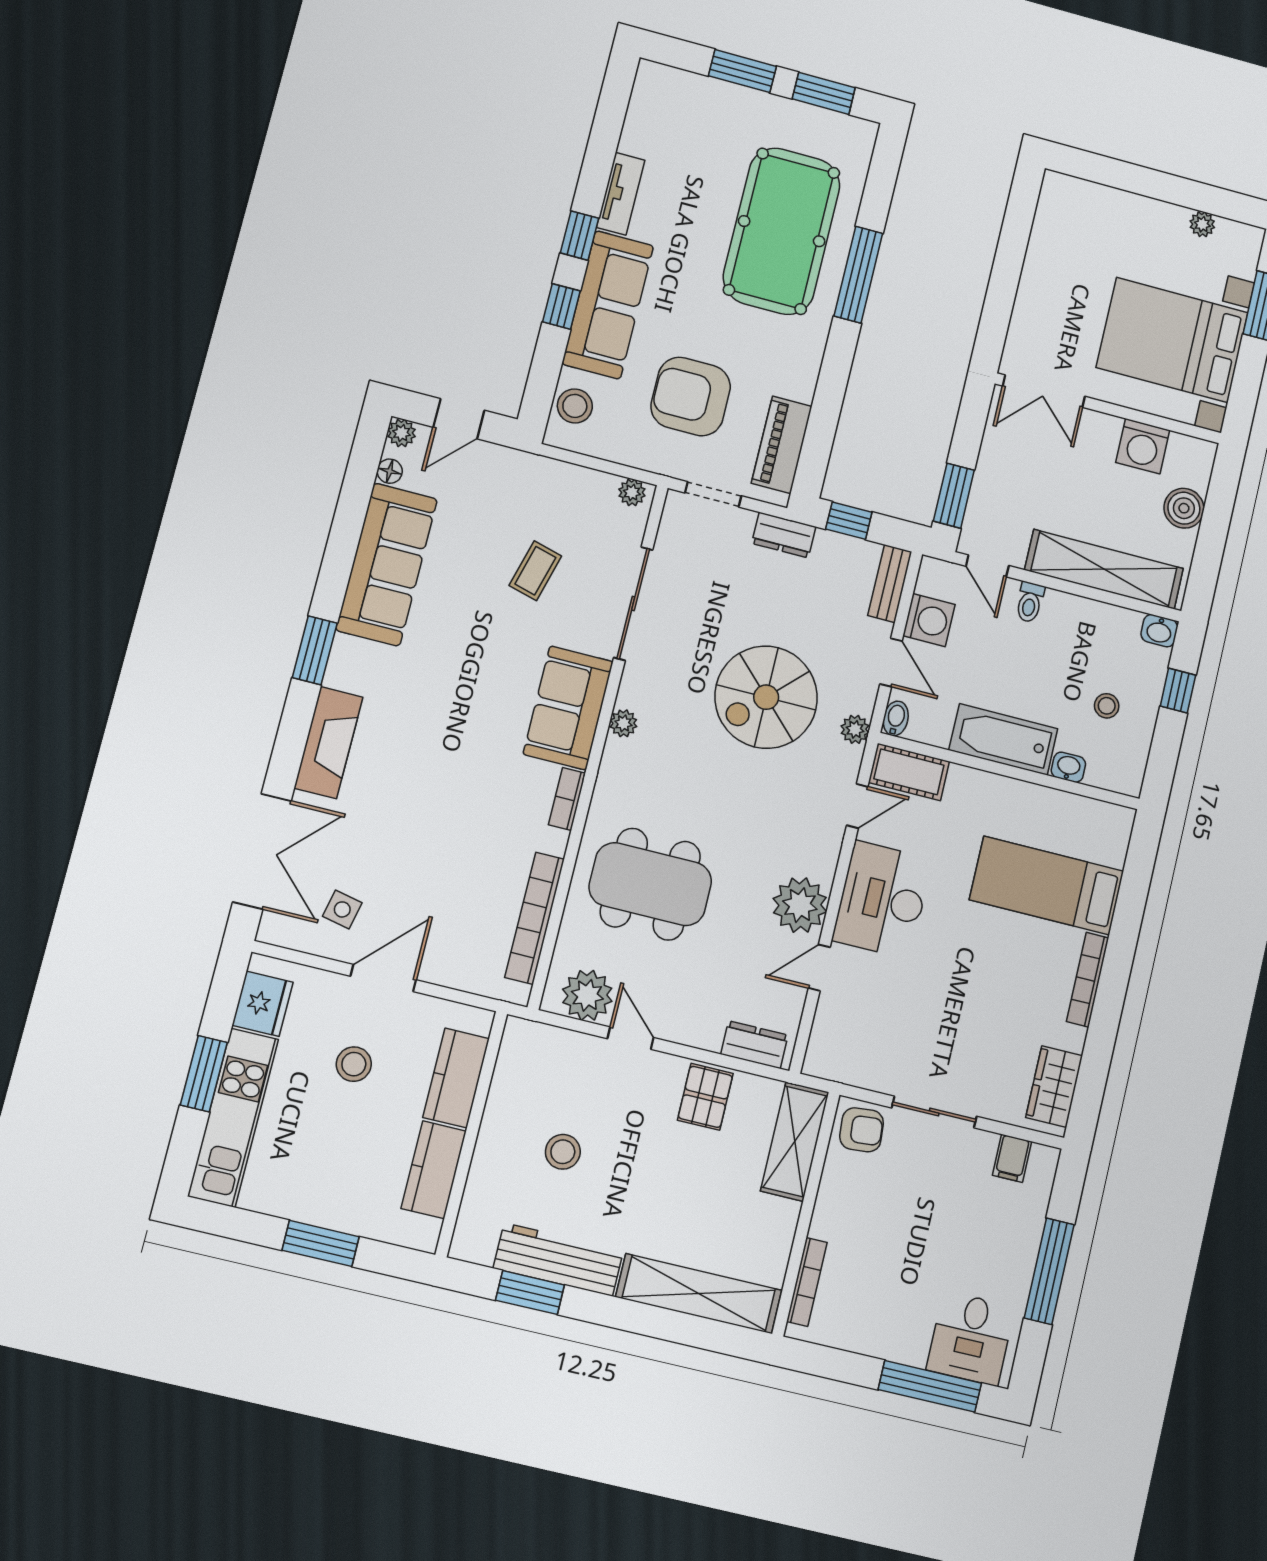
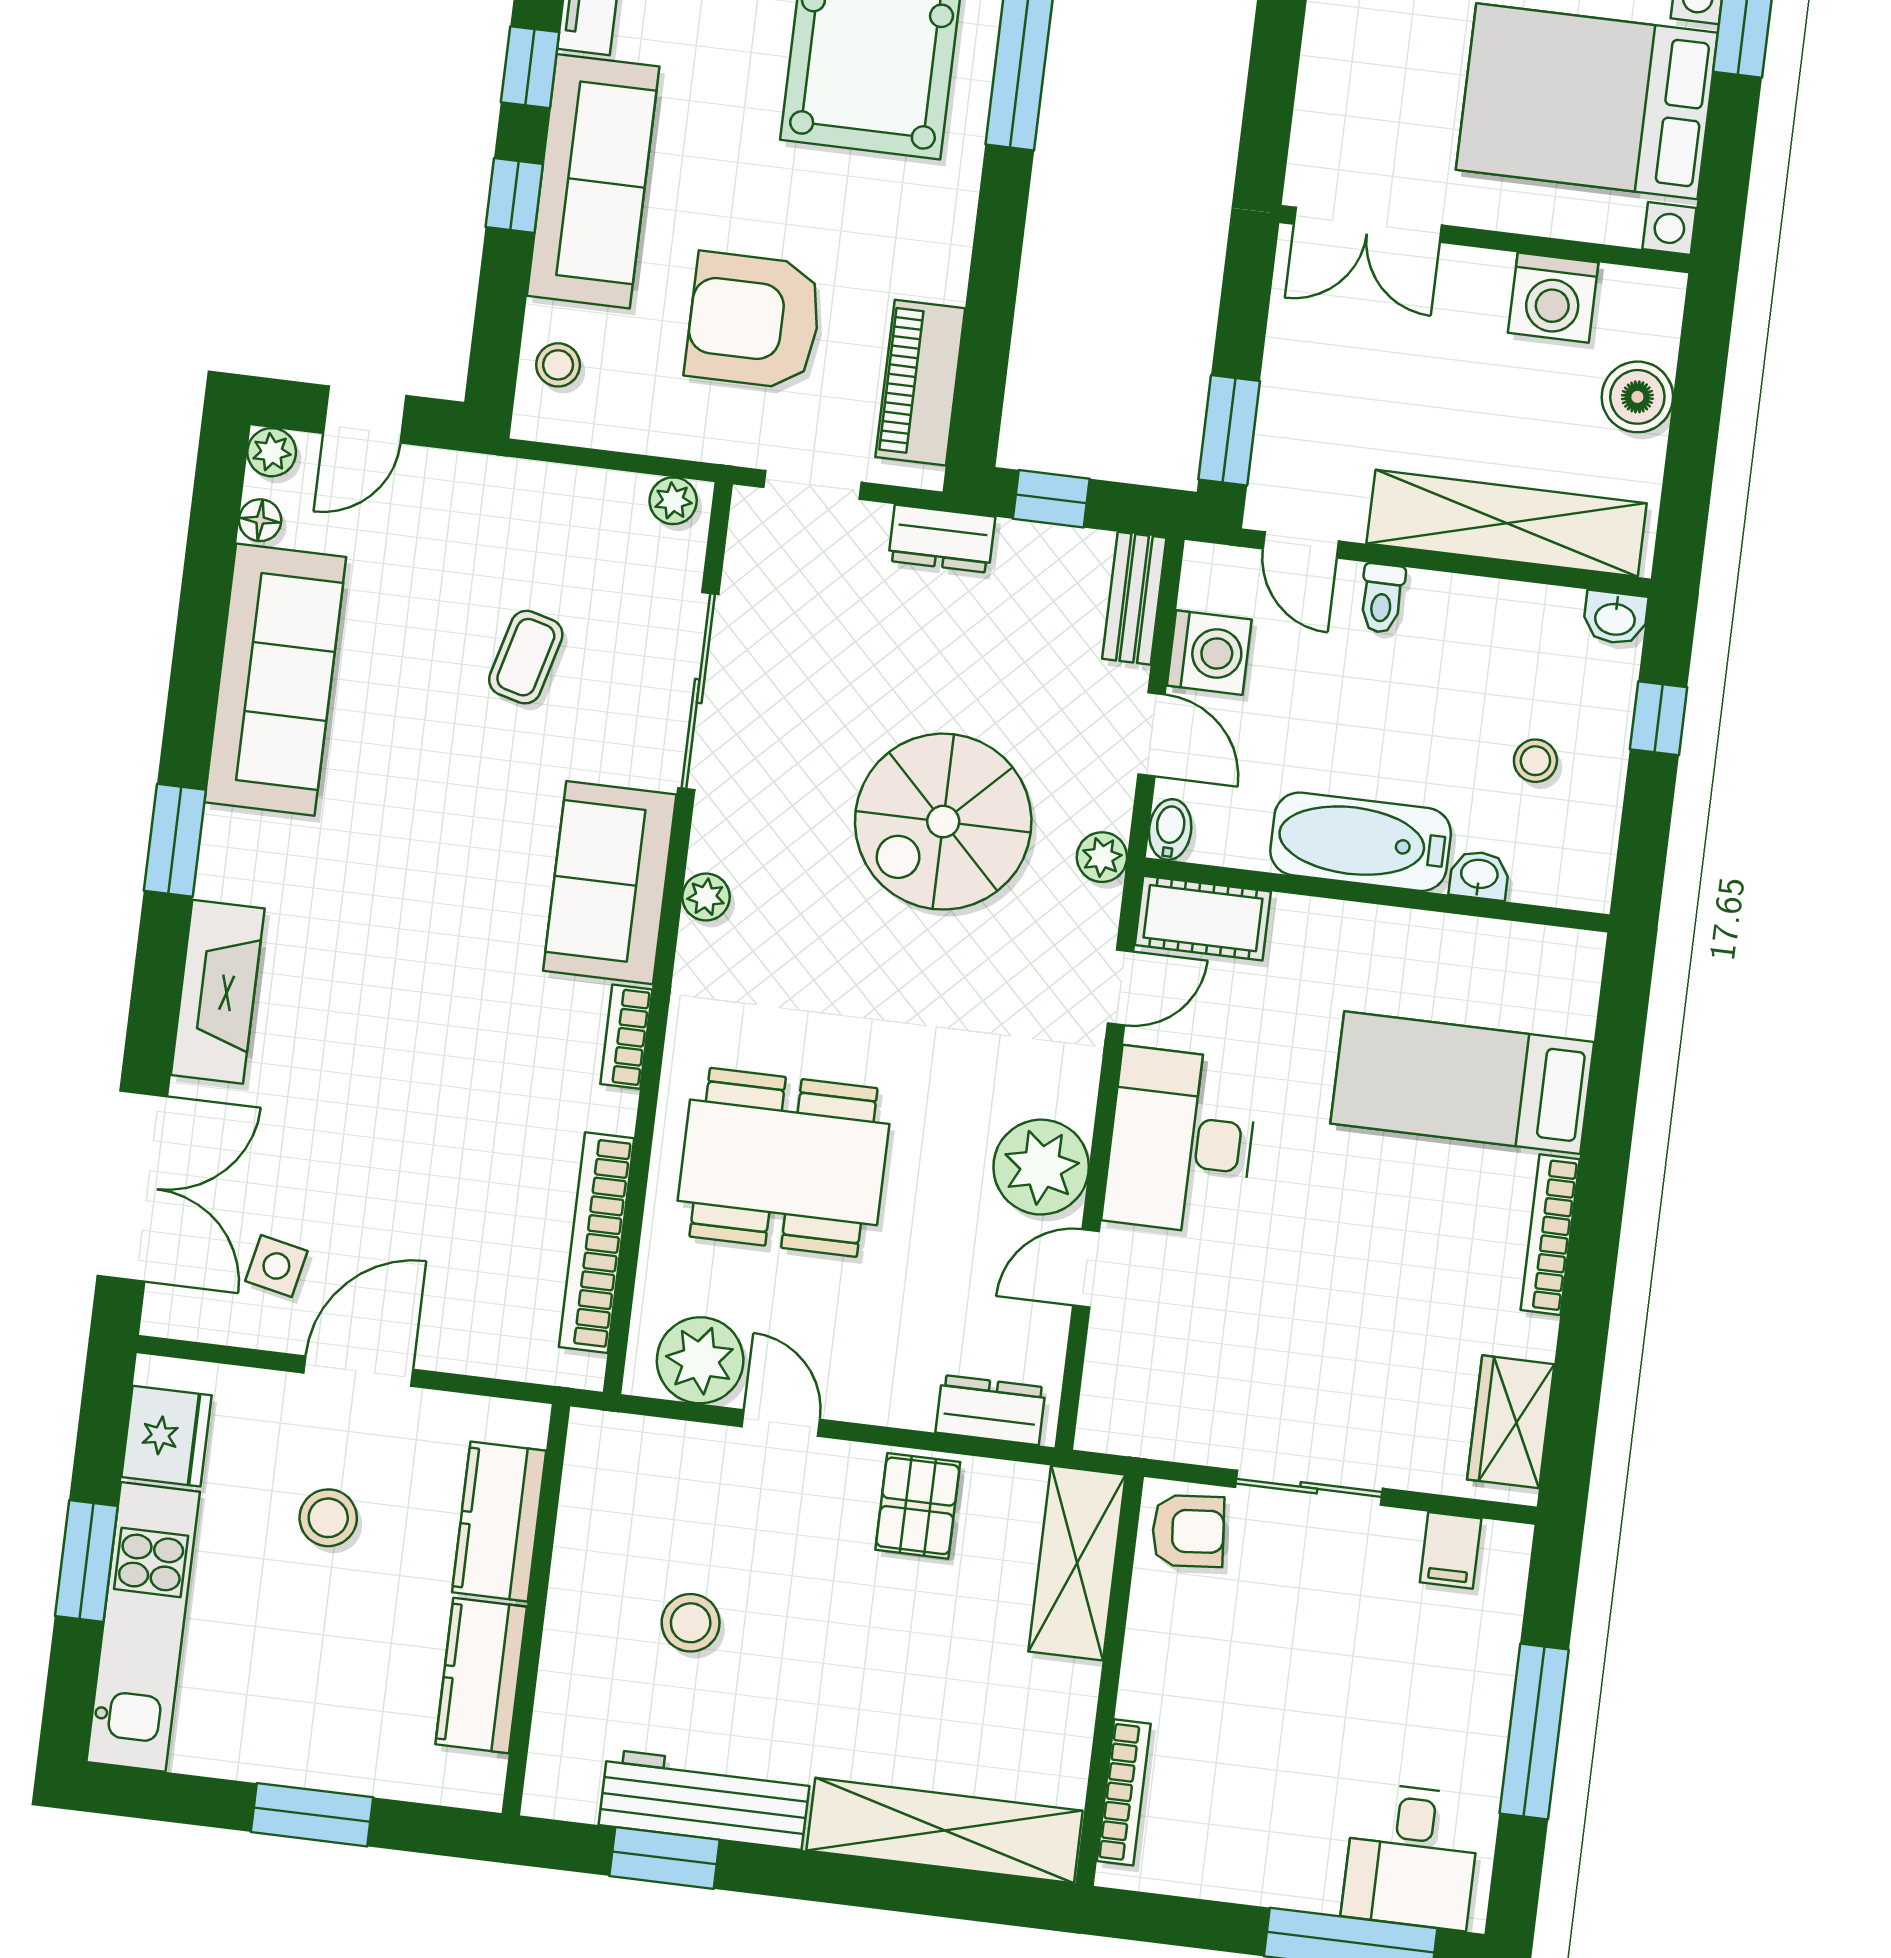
stool: (575, 406) -> (558, 365), width x0.73, depth x0.73

